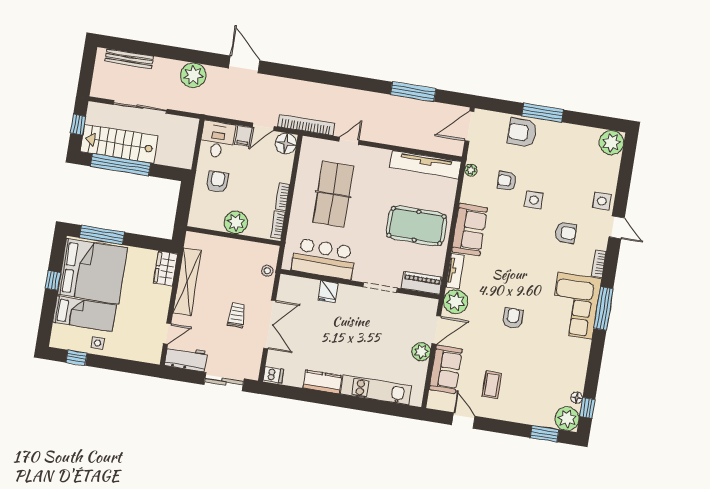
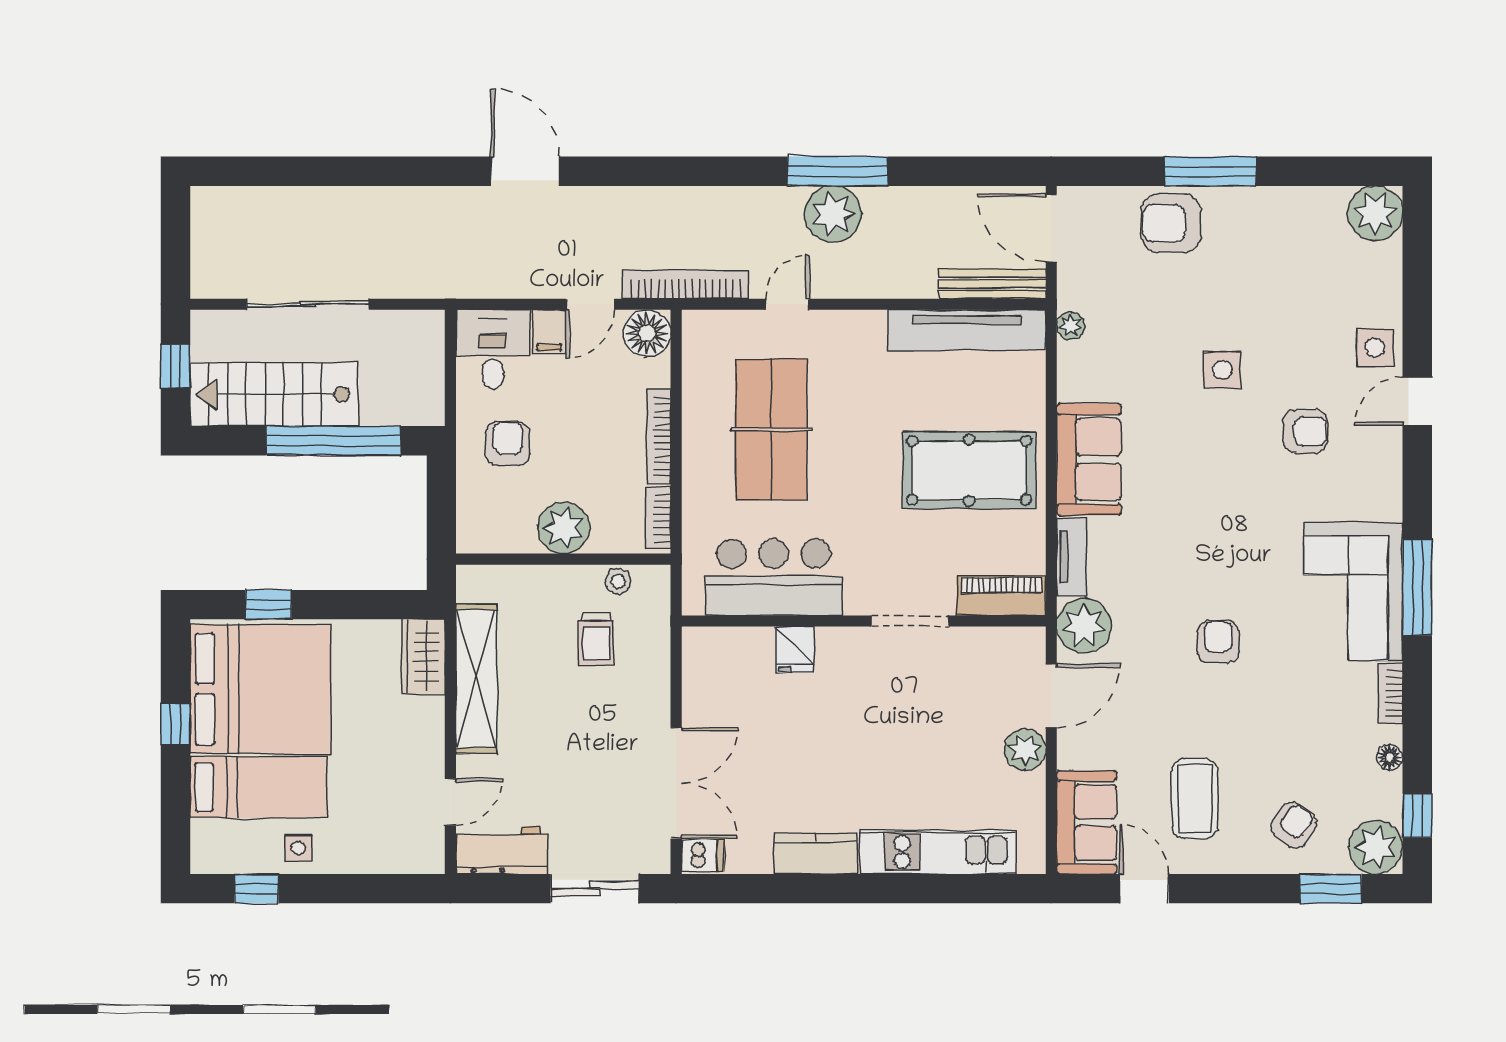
bench: (129, 59) -> (992, 284), moved
plant: (193, 75) -> (833, 214), moved
window: (413, 92) -> (838, 171), moved
door: (469, 126) -> (1051, 228), hinge flipped
window: (121, 165) -> (334, 441), moved
armchair: (507, 181) -> (1294, 825), moved, turned 127
bookcase: (282, 197) -> (659, 437), width x1.56
door: (617, 227) -> (1417, 401), swing flipped
window: (102, 235) -> (268, 605), width x0.46
bookcase: (599, 264) -> (1391, 694), moved
stool: (267, 271) -> (618, 581), moved
trolley: (237, 315) -> (596, 640), moved, turned 180
double door: (270, 324) -> (676, 783), moved
sofa: (446, 369) -> (1087, 822), moved
coffee table: (492, 385) -> (1195, 799), width x1.36, depth x1.30
floor lamp: (577, 398) -> (1390, 757), moved

